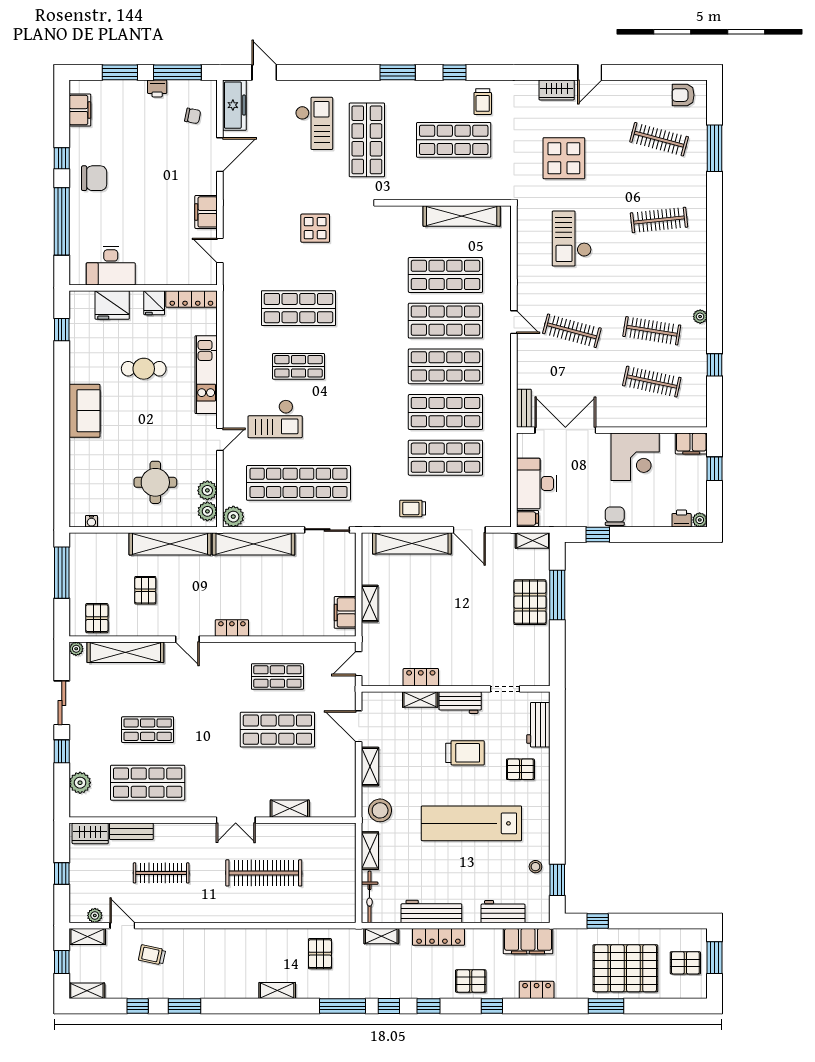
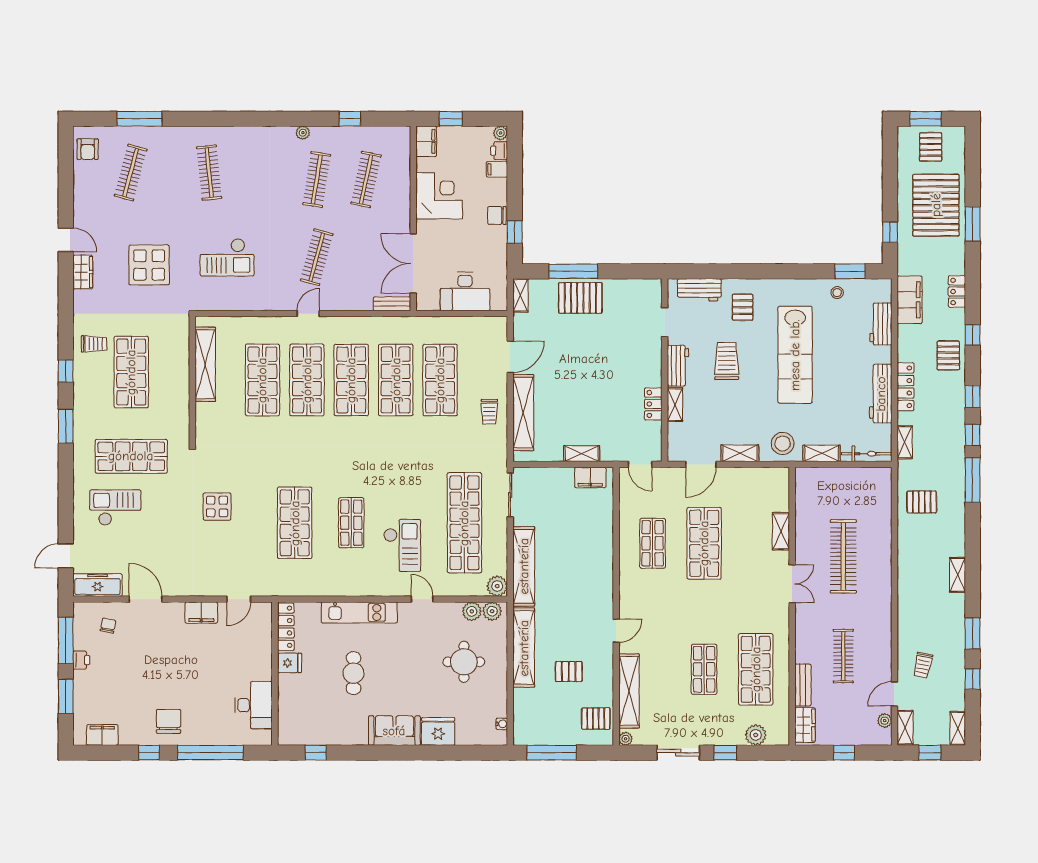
fridge: (112, 305) -> (438, 731), moved, turned -90
filing cabinet: (528, 519) -> (497, 169), moved, turned -90
locker: (232, 628) -> (605, 587), removed
shelving: (277, 990) -> (957, 575), moved

